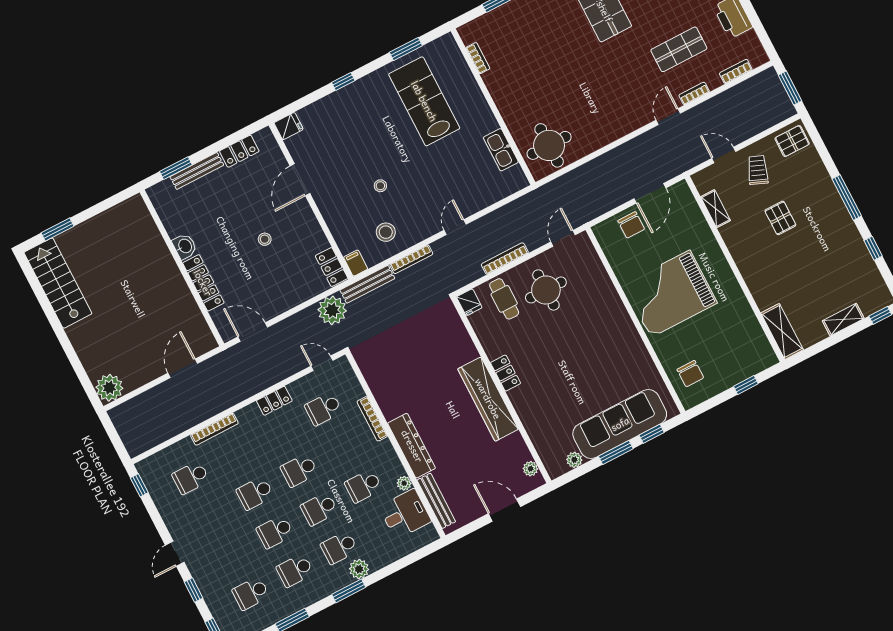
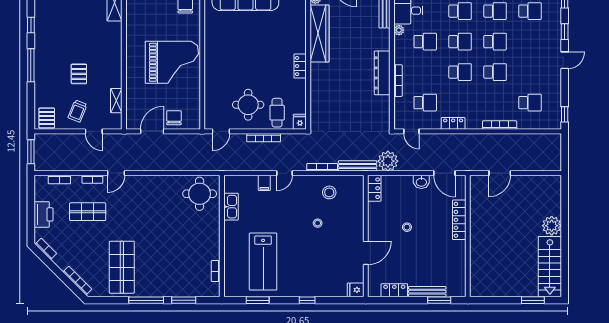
pallet: (792, 141) -> (47, 118), turned 90
washbasin: (185, 246) -> (421, 182), moved, turned -90
filing cabinet: (356, 263) -> (264, 183), moved
plant: (109, 388) -> (552, 226), moved
wardrobe: (488, 399) -> (319, 33), moved
dresser: (412, 446) -> (382, 73), moved

